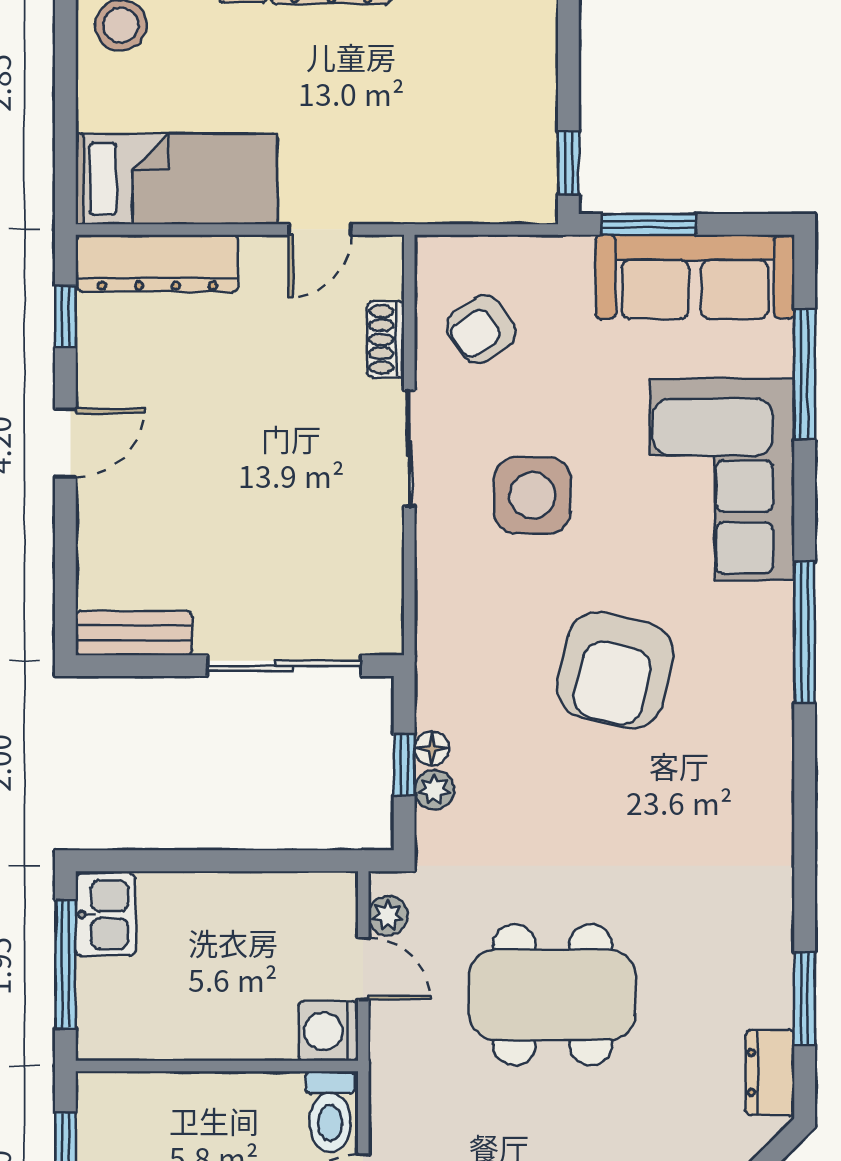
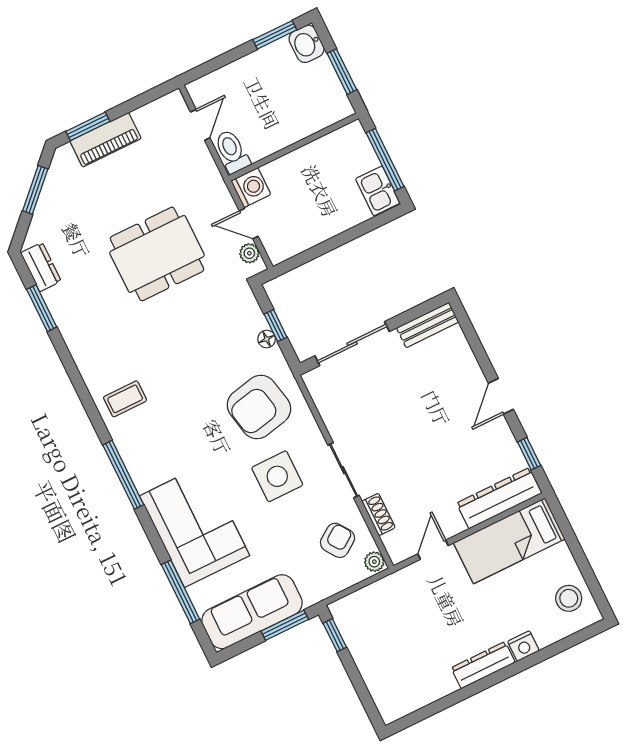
armchair: (615, 670) -> (259, 407), moved, turned -115
coffee table: (735, 765) -> (125, 399), added
plant: (434, 790) -> (374, 562), moved

